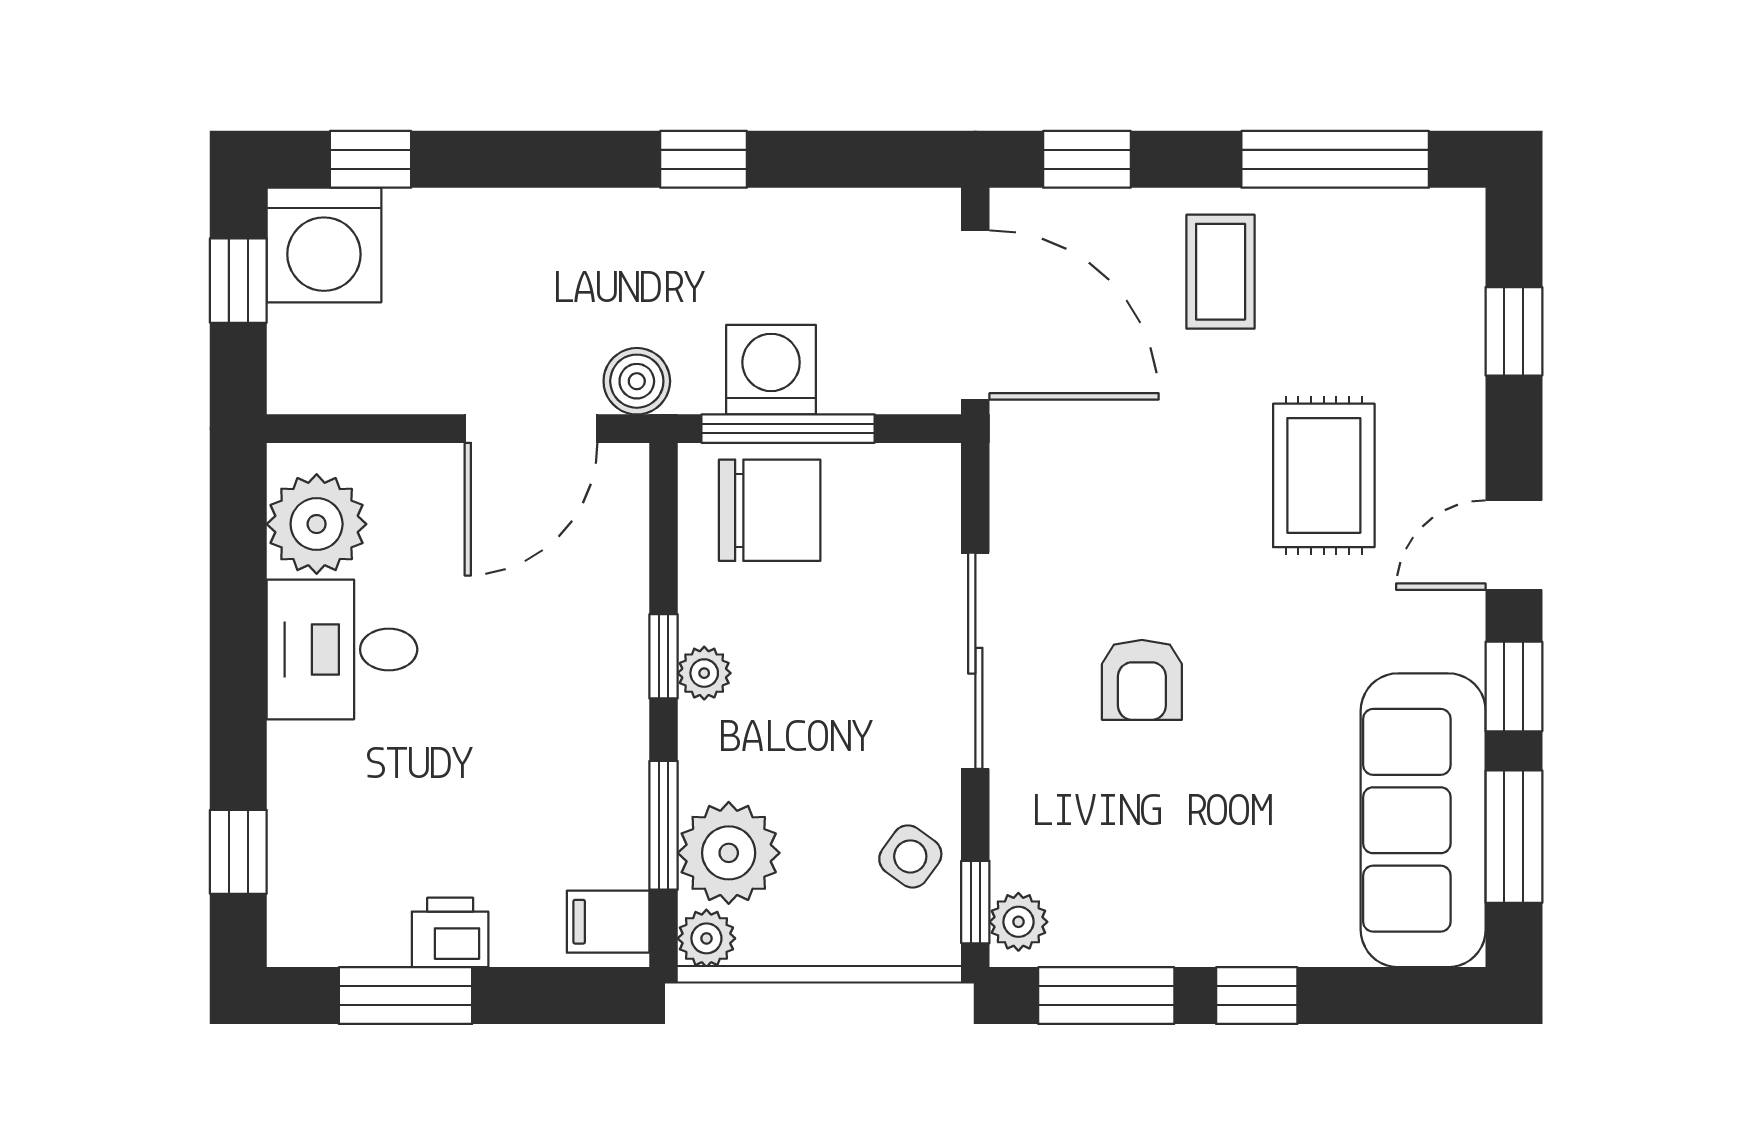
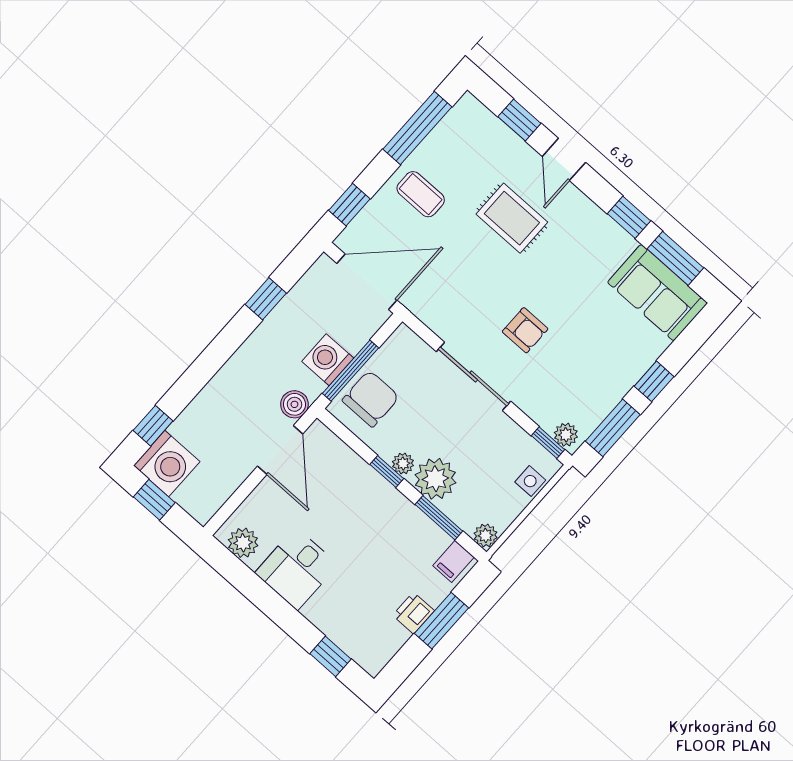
window: (704, 159) -> (266, 299), moved
plant: (317, 524) -> (243, 543), width x0.73, depth x0.73
door: (1514, 545) -> (564, 159), moved
sofa: (1423, 820) -> (657, 293), width x0.73
plant: (729, 853) -> (435, 479), moved
side table: (910, 856) -> (530, 481), moved, turned -36
window: (406, 996) -> (442, 621), moved

